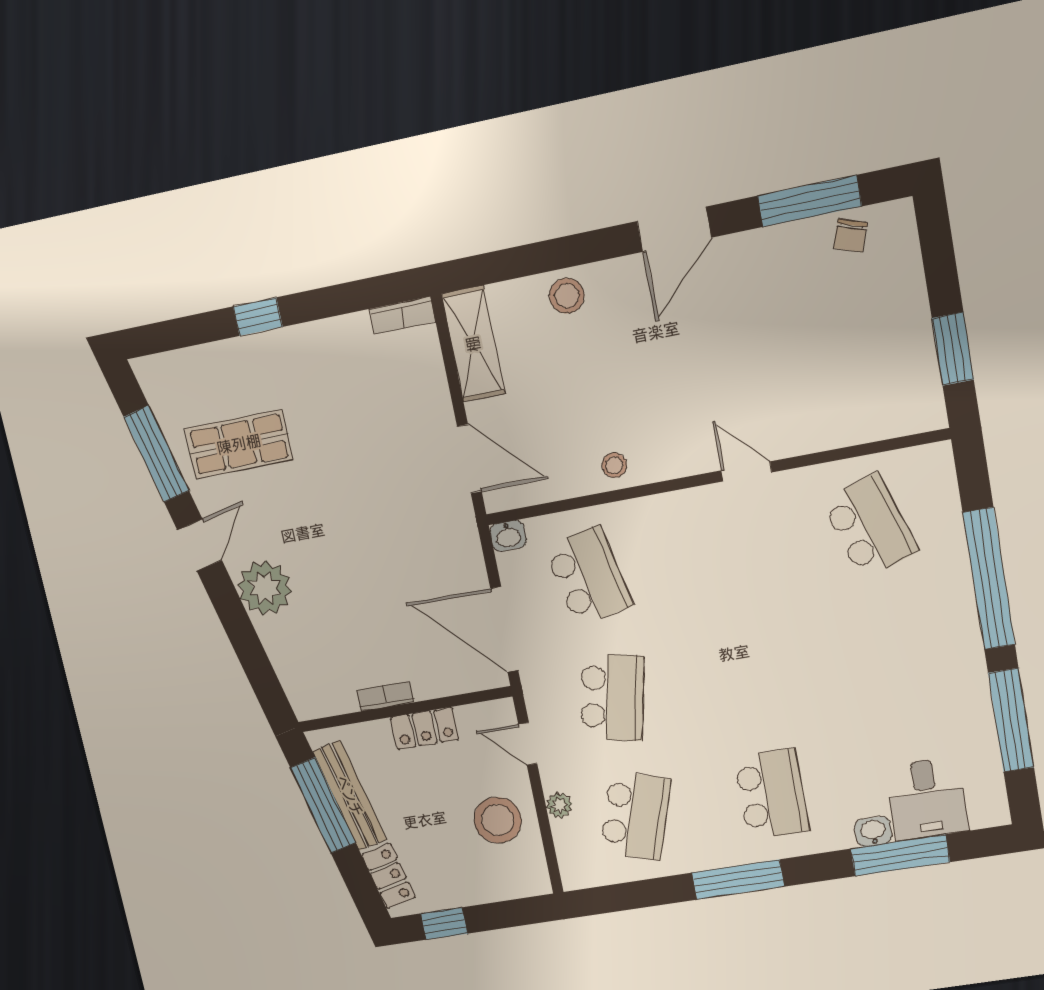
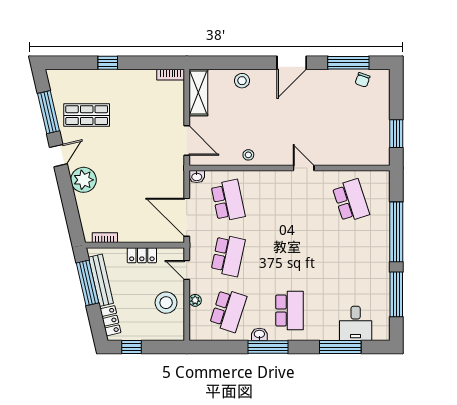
bookcase: (385, 696) -> (105, 238), moved
washbasin: (873, 831) -> (259, 334), moved

